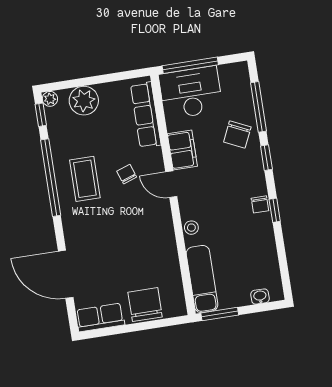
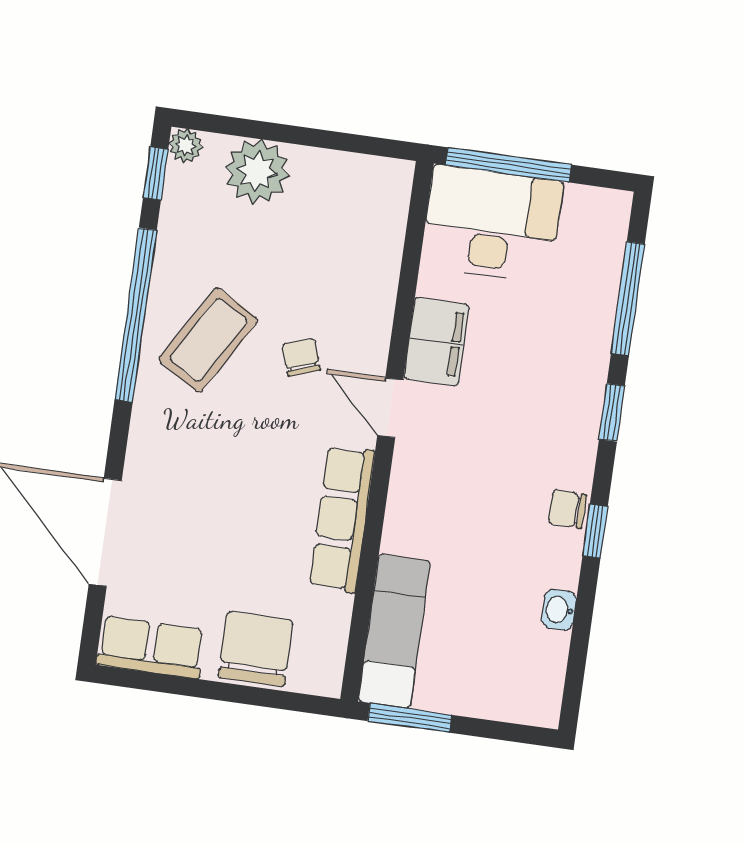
row of seats: (146, 115) -> (342, 519), moved
chair: (237, 134) -> (564, 344), removed
coffee table: (85, 179) -> (208, 340), turned 31
chair: (260, 204) -> (567, 509), turned 91
stool: (191, 228) -> (405, 514), removed
washbasin: (260, 297) -> (559, 610), moved, turned -90

